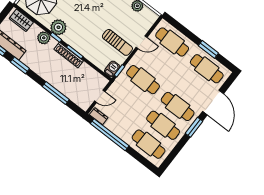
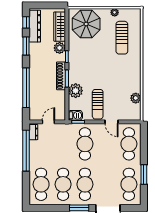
wardrobe: (21, 20) -> (60, 27), width x1.50
plant: (58, 27) -> (76, 91), moved
window: (56, 93) -> (26, 88), width x1.46
door: (100, 96) -> (48, 122), swing flipped

